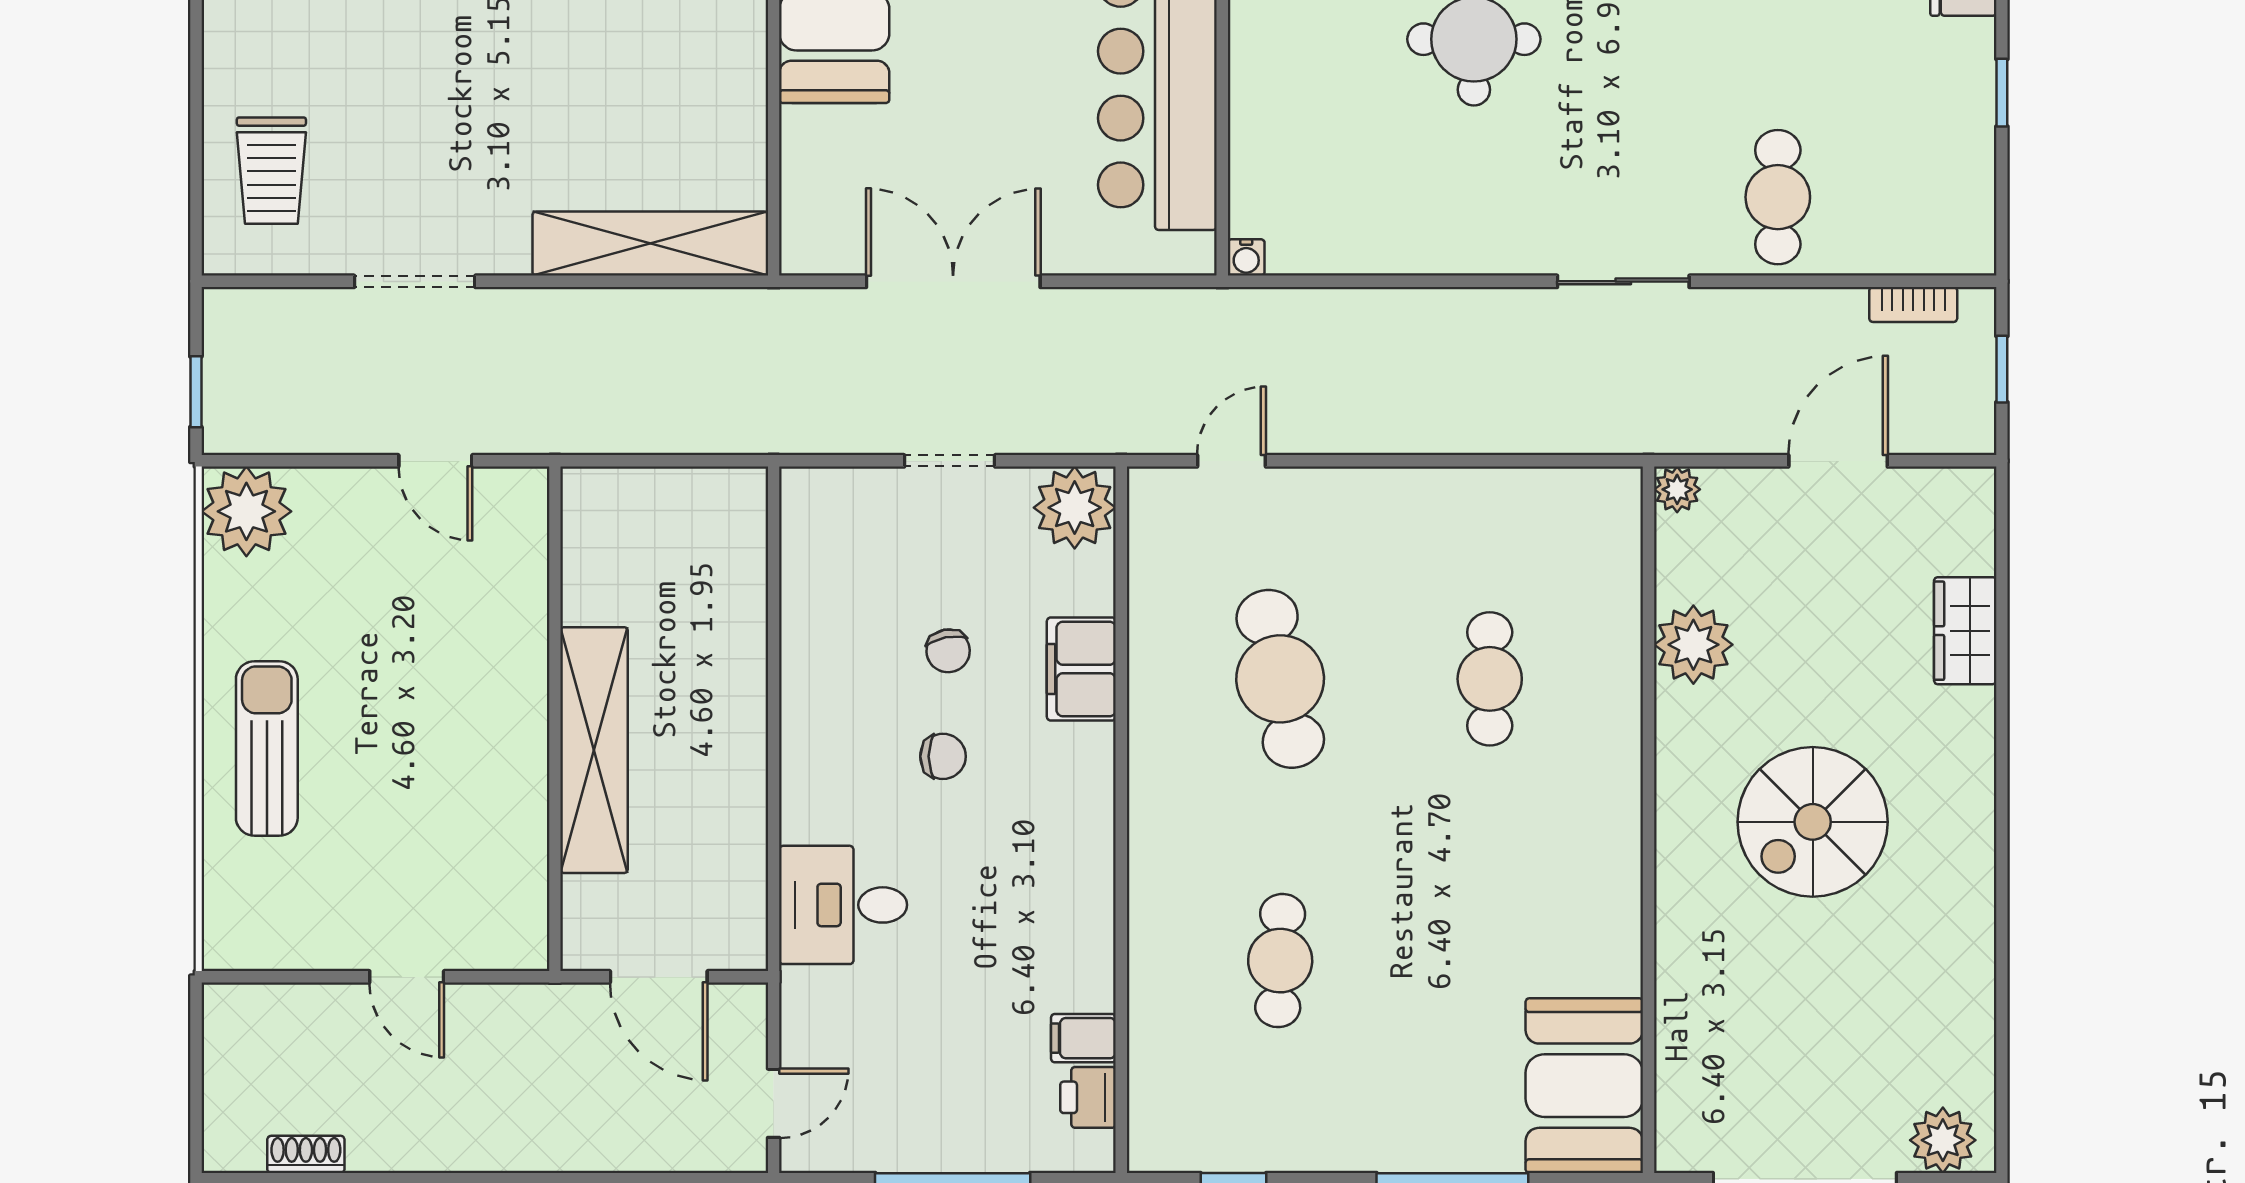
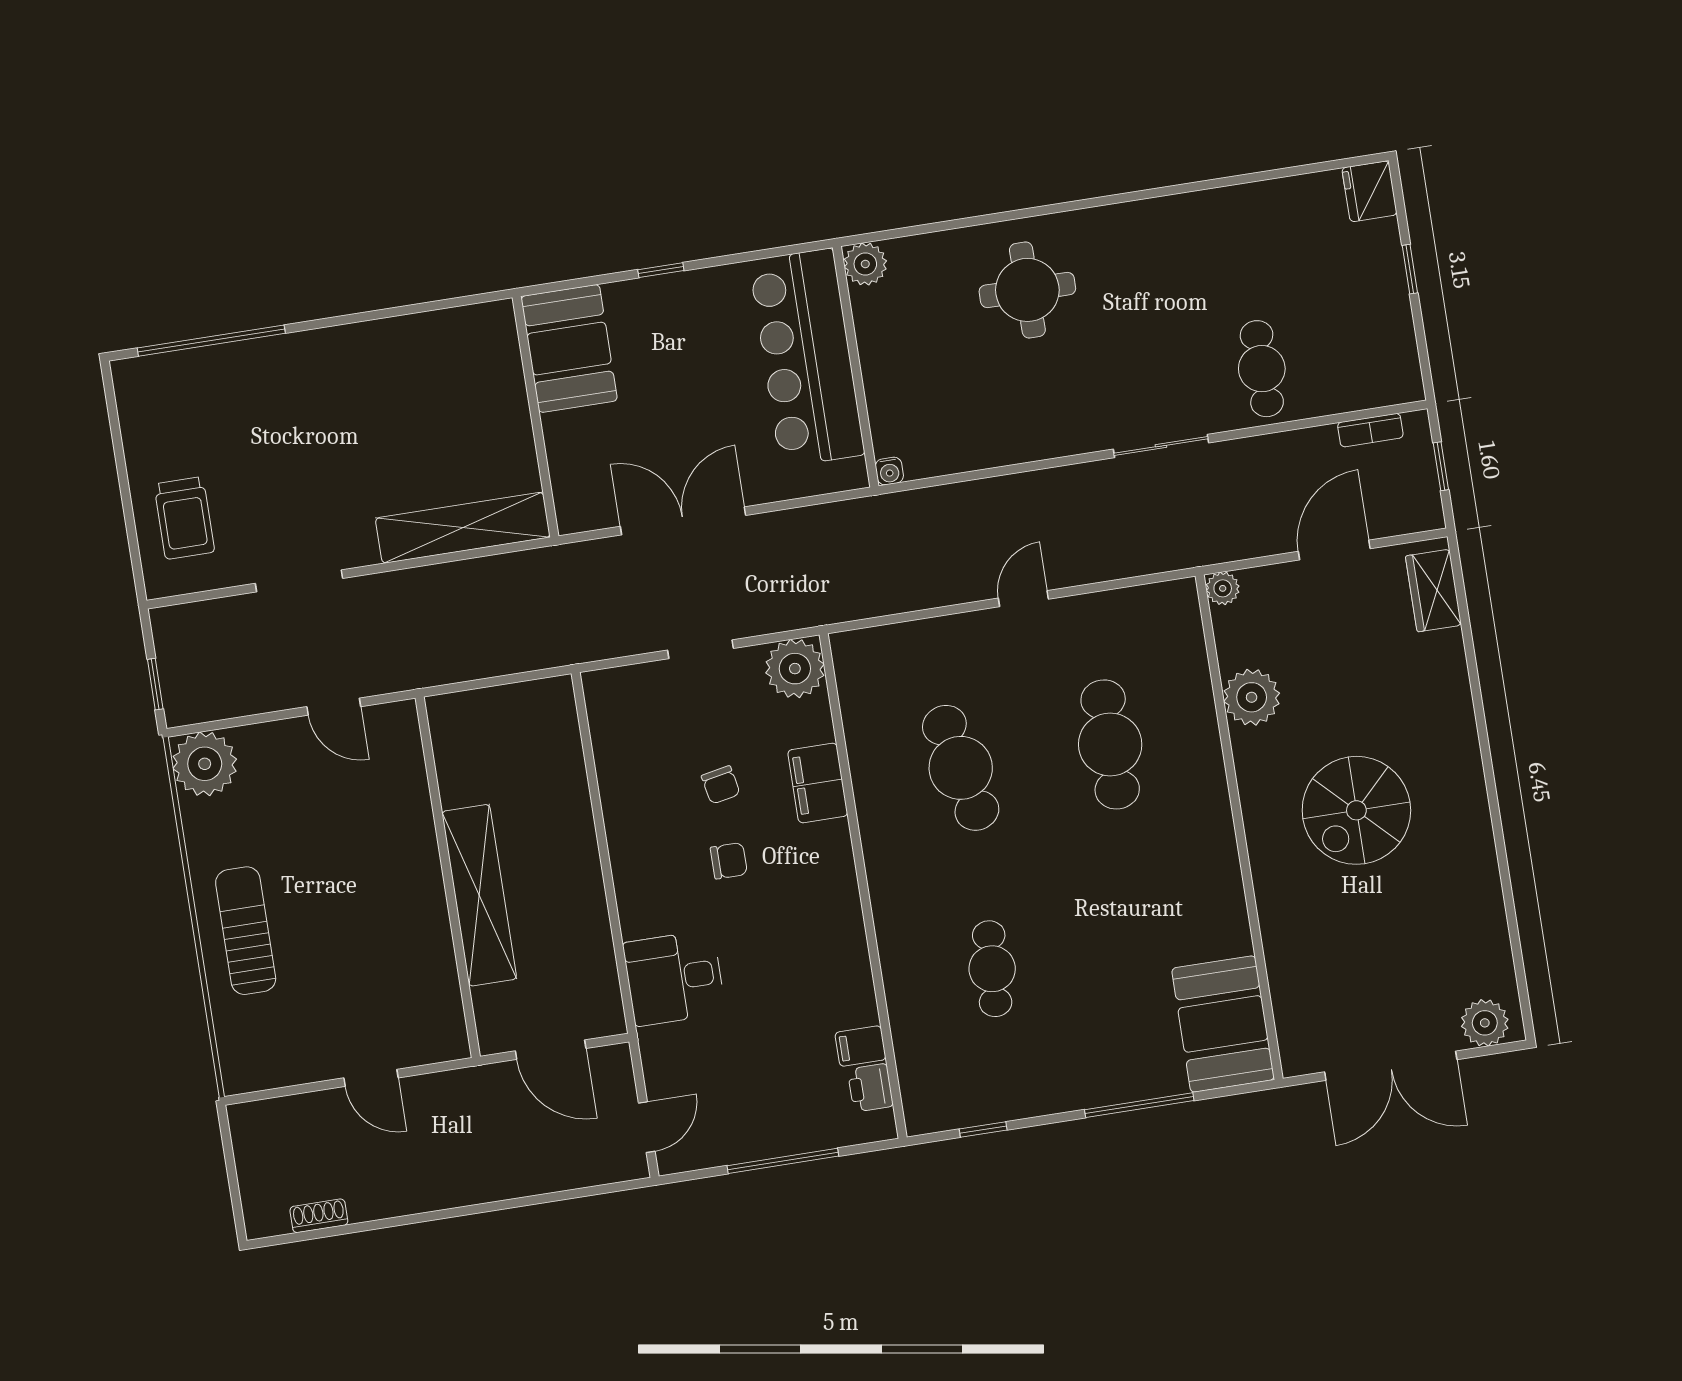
door: (1231, 461) -> (1023, 599), moved
wardrobe: (1965, 631) -> (1433, 591), moved
cafe table: (1490, 679) -> (1110, 744), width x1.37, depth x1.35

